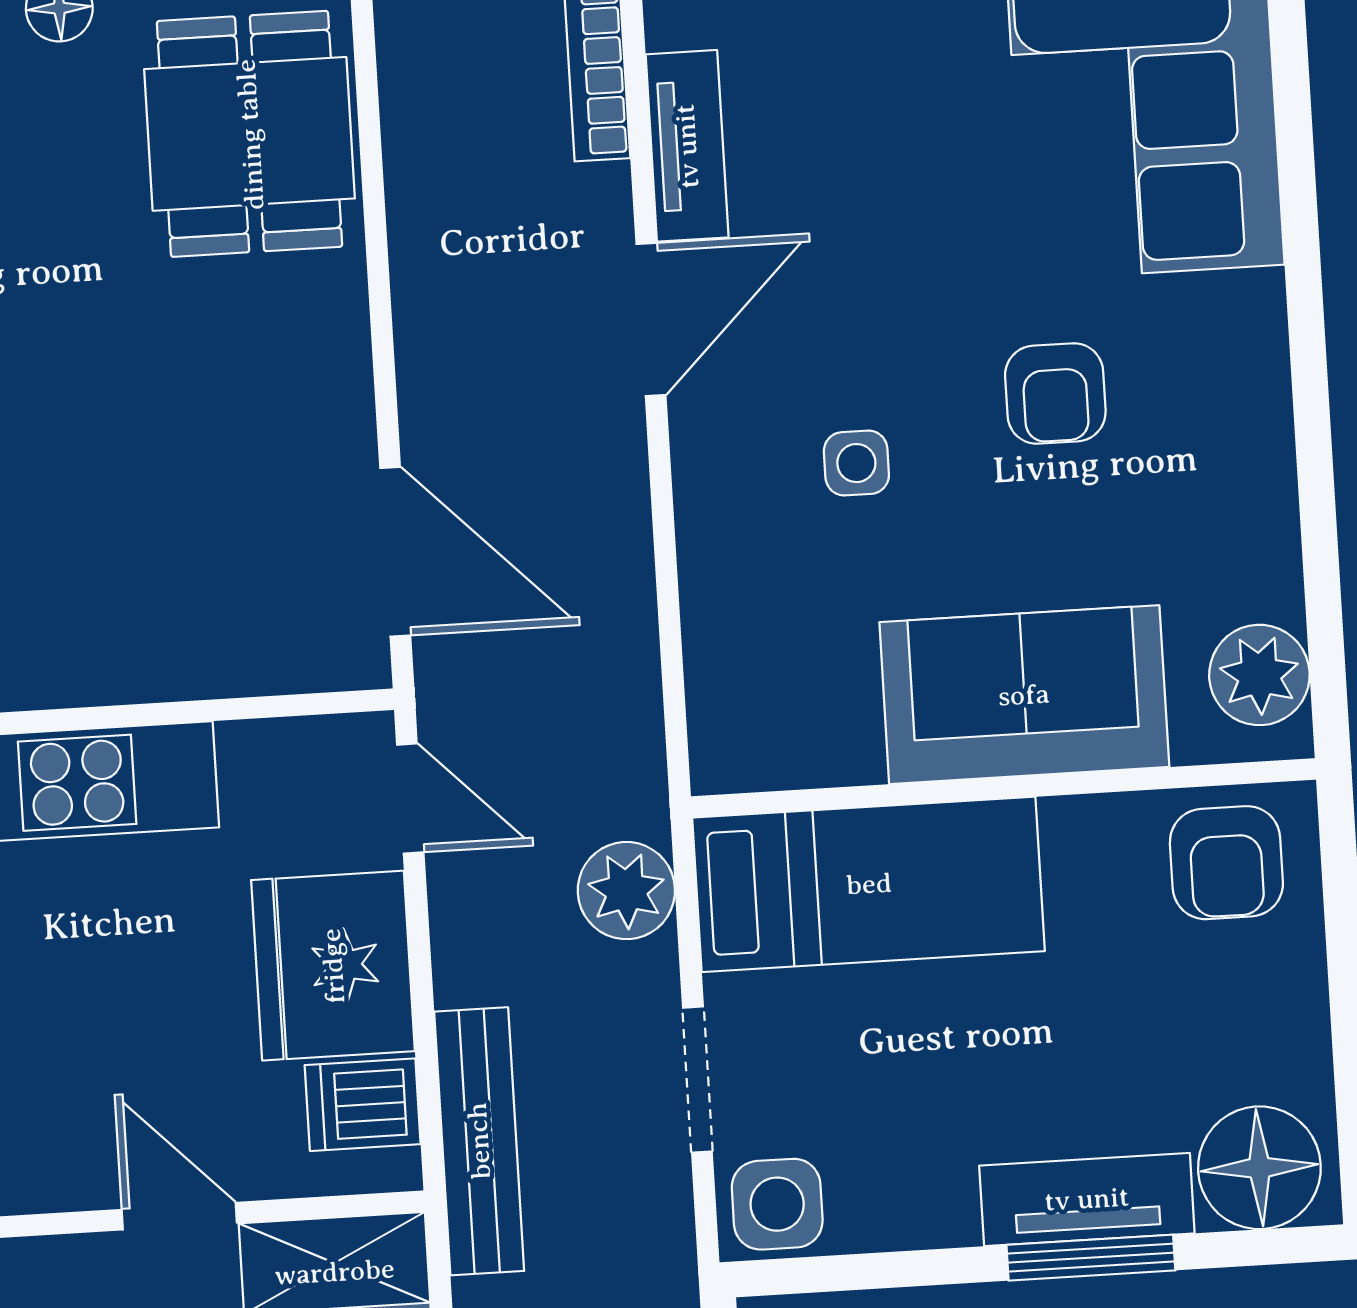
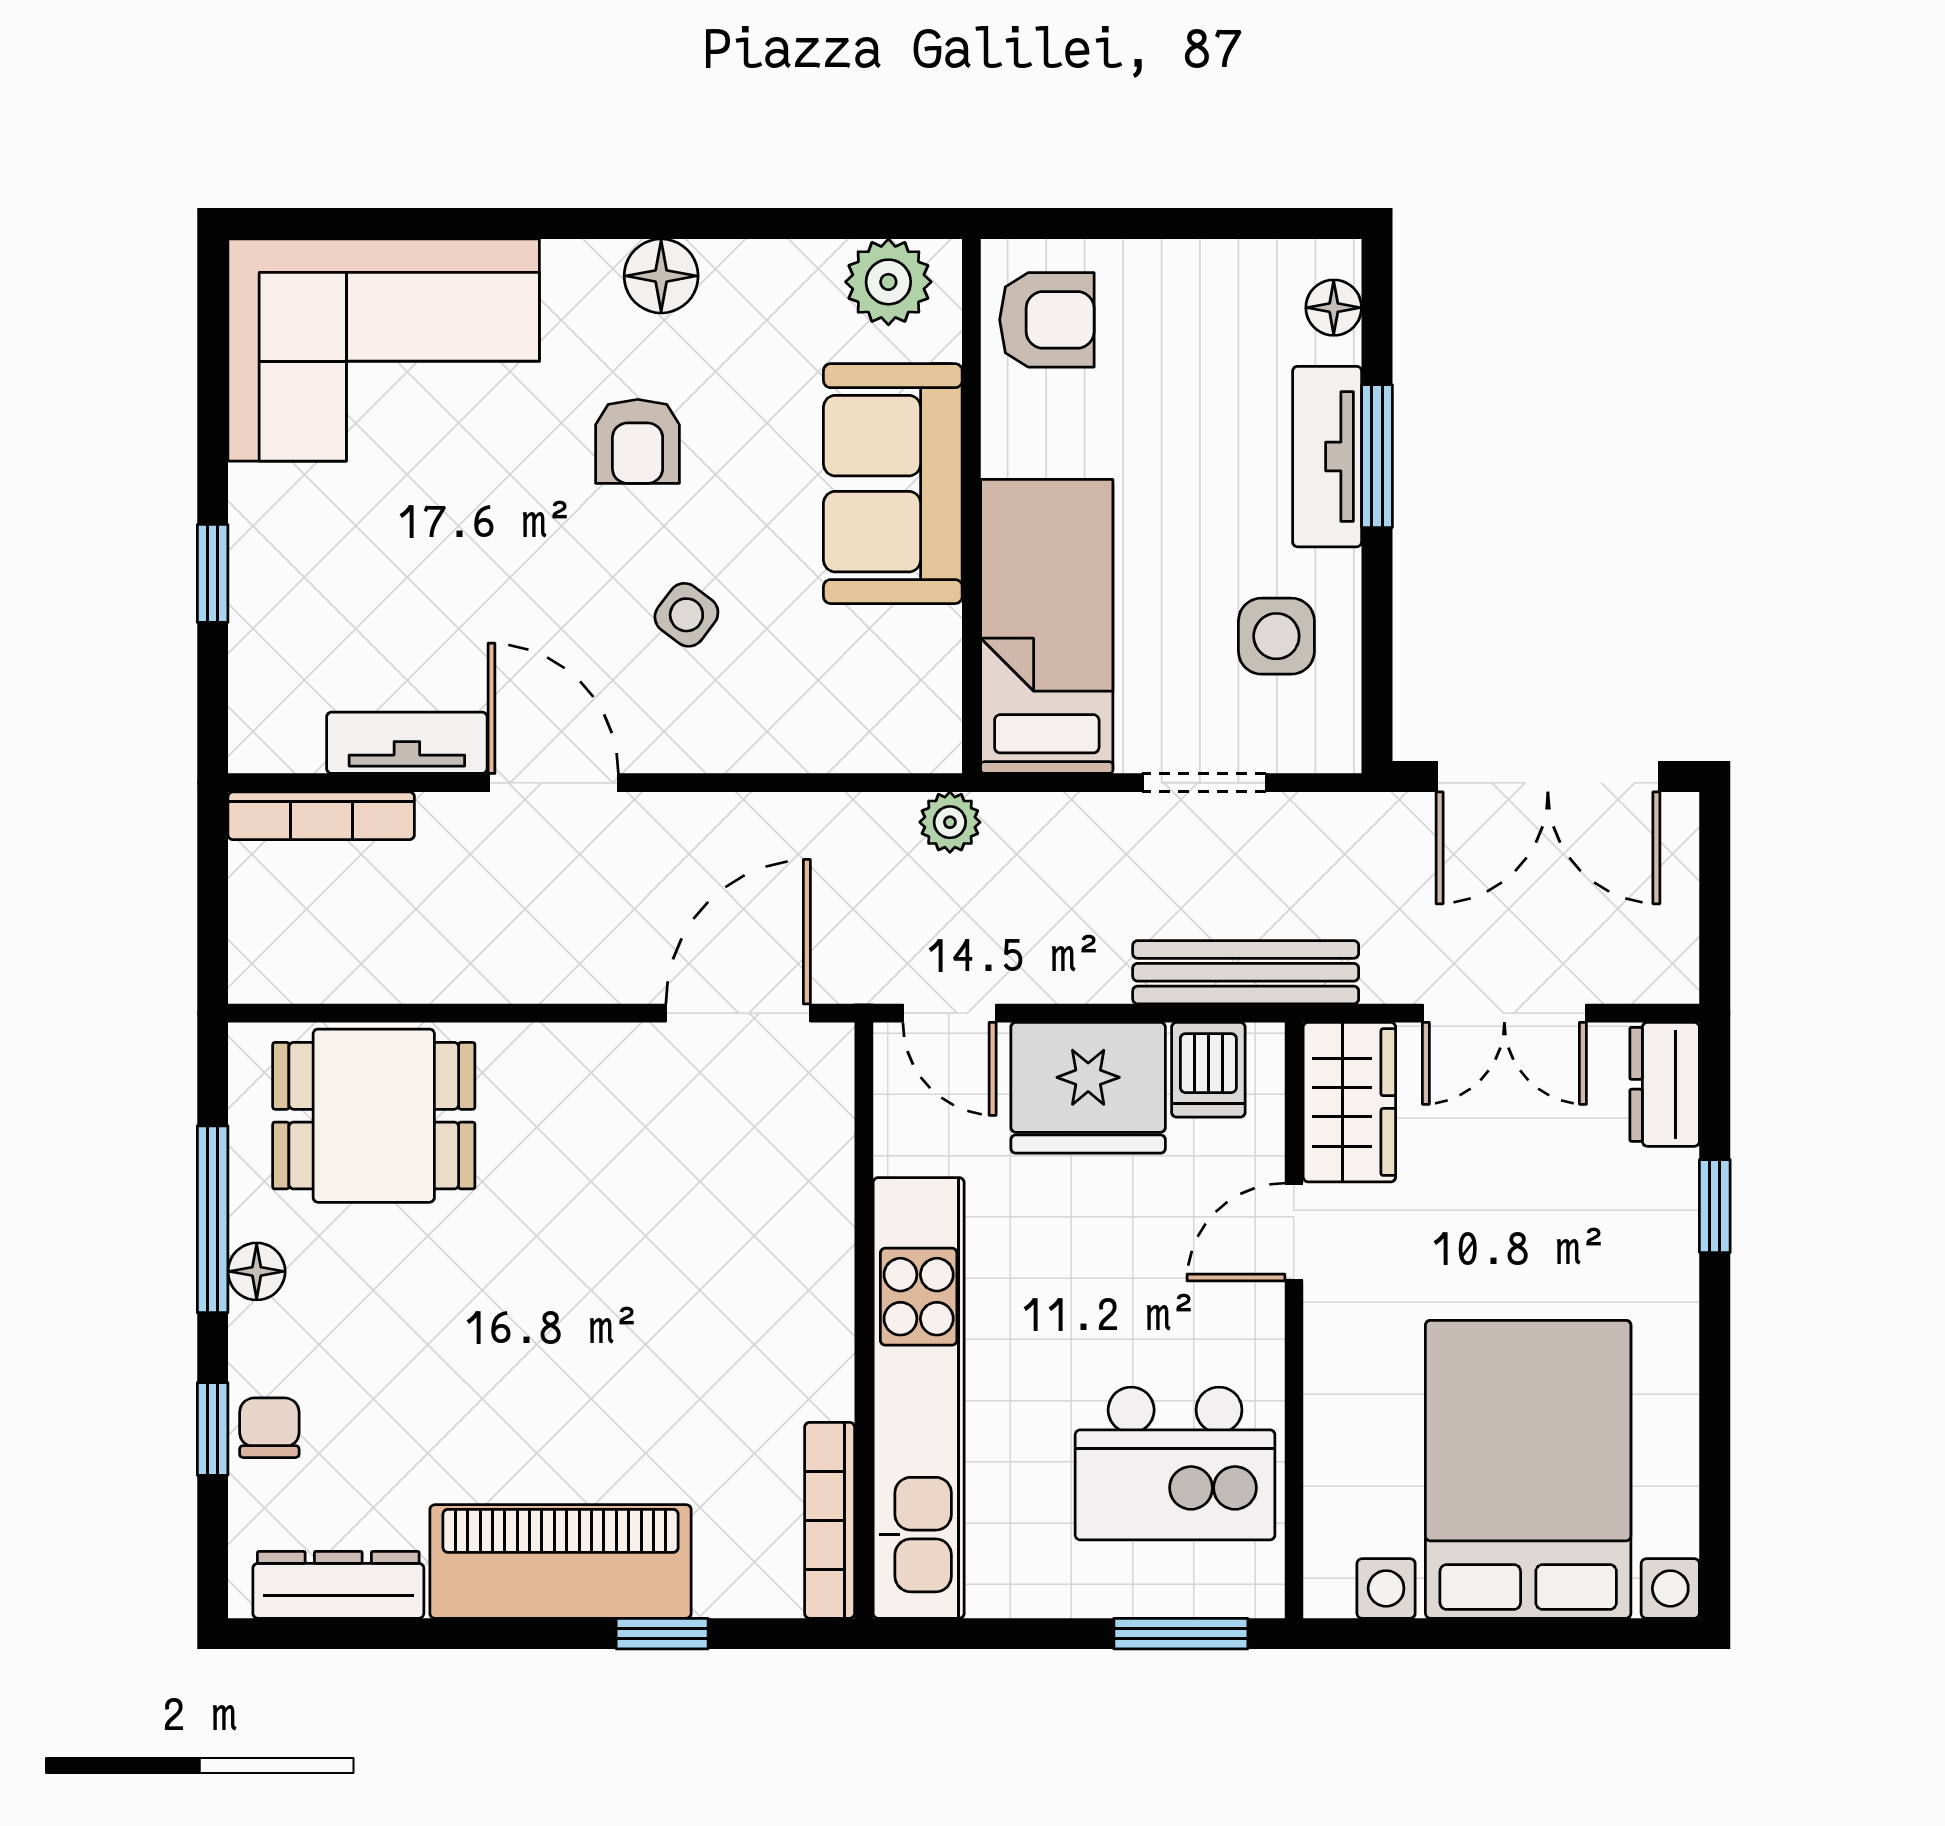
armchair: (1055, 394) -> (638, 441), turned 90
floor lamp: (1250, 409) -> (661, 276), added
side table: (856, 463) -> (686, 615), turned 37
door: (410, 799) -> (950, 1013), swing flipped
plant: (626, 891) -> (950, 822), moved, width x0.73, depth x0.73
floor lamp: (1259, 1168) -> (1334, 308), width x0.53, depth x0.53
side table: (777, 1204) -> (1276, 636), moved

